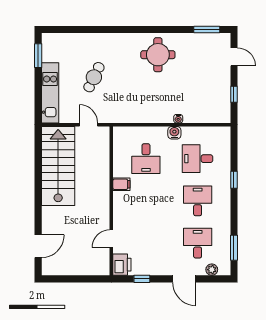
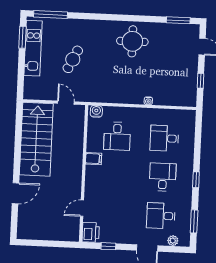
window: (67, 30) -> (50, 14), added
kitchen unit: (50, 93) -> (33, 48), moved
water cooler: (174, 133) -> (96, 111), moved
window: (234, 180) -> (196, 180), moved
desk: (198, 243) -> (161, 216), turned -90
door: (38, 246) -> (15, 193), moved

